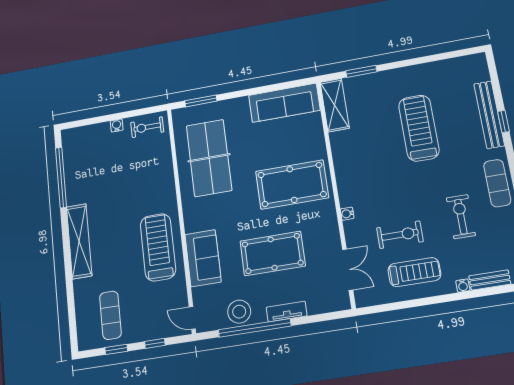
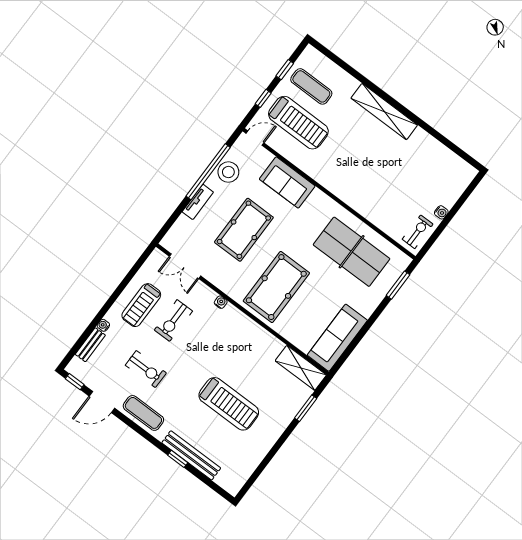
window: (61, 177) -> (444, 140), removed
treadmill: (158, 247) -> (298, 123), moved

